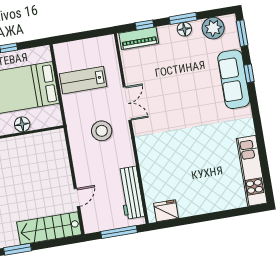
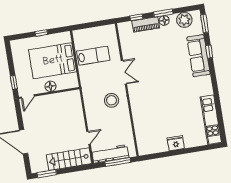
piano: (139, 38) -> (146, 24), moved
lab bench: (83, 80) -> (93, 56), turned 180
stool: (102, 131) -> (112, 100), moved
workbench: (131, 193) -> (110, 154), moved, turned 90
fridge: (166, 211) -> (176, 143), moved

